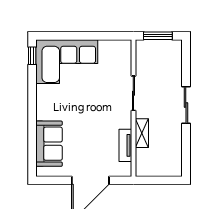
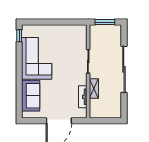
corner sofa: (67, 62) -> (37, 58), moved, turned -90
sliding door: (186, 105) -> (124, 69), width x1.86

